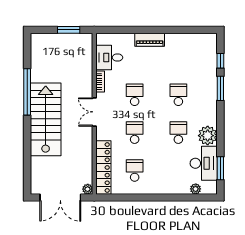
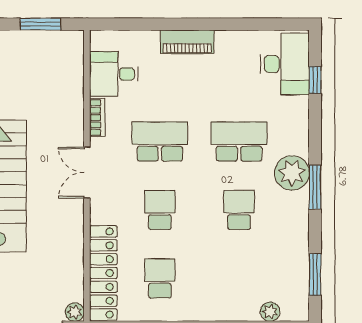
window: (220, 88) -> (315, 187), moved
school desk: (135, 95) -> (160, 141), width x1.85
school desk: (178, 95) -> (239, 141), width x1.85
plant: (208, 136) -> (292, 173), moved
desk: (204, 163) -> (285, 64), moved

